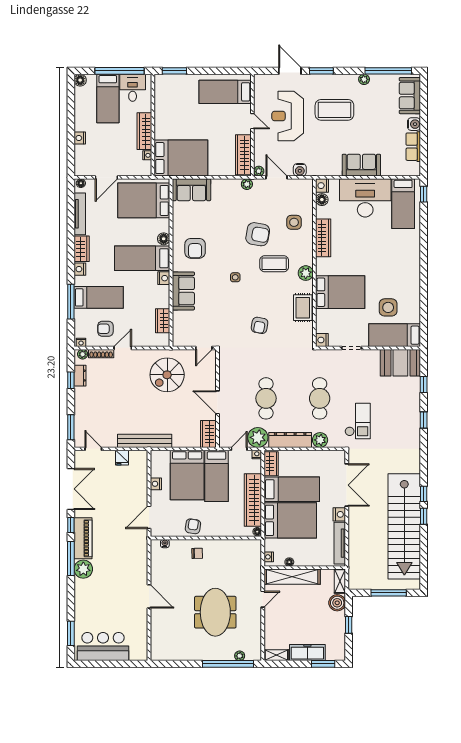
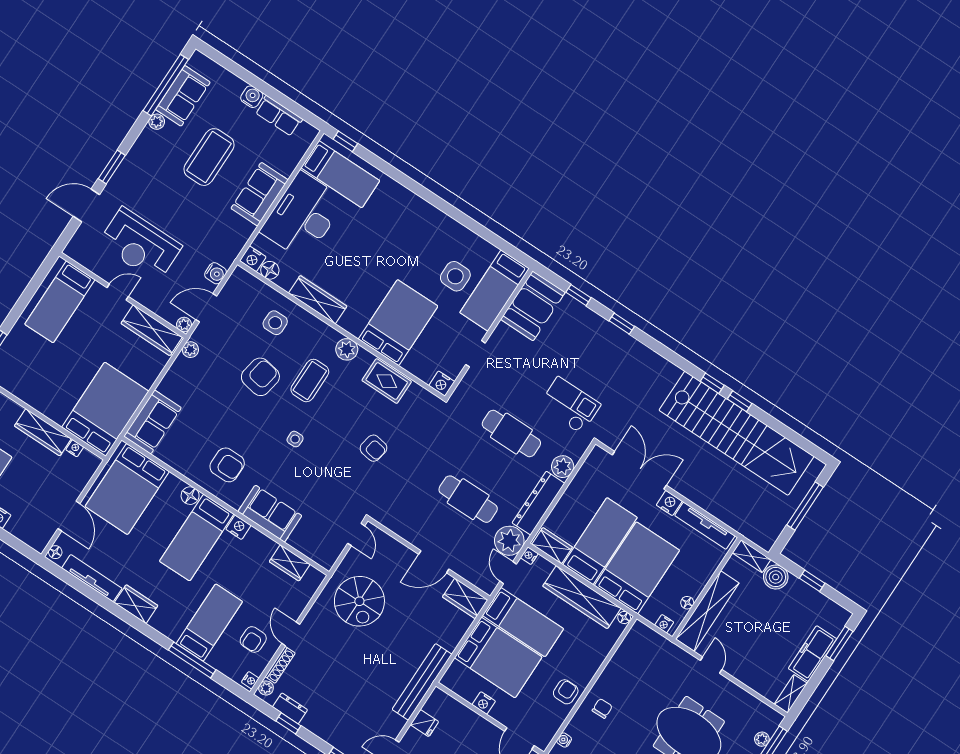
sofa: (410, 96) -> (183, 96), moved, turned -90
coffee table: (334, 110) -> (209, 157), moved
nightstand: (80, 269) -> (160, 623), removed
armchair: (193, 526) -> (566, 692), turned 81

